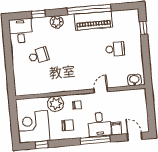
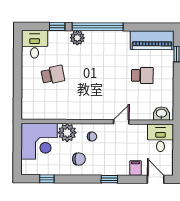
window: (89, 10) -> (98, 27), moved
piano: (93, 21) -> (152, 40), moved
desk: (99, 124) -> (161, 138), moved, turned 180
corner desk: (33, 127) -> (39, 141), moved, turned 180
window: (95, 140) -> (109, 179), width x0.46

